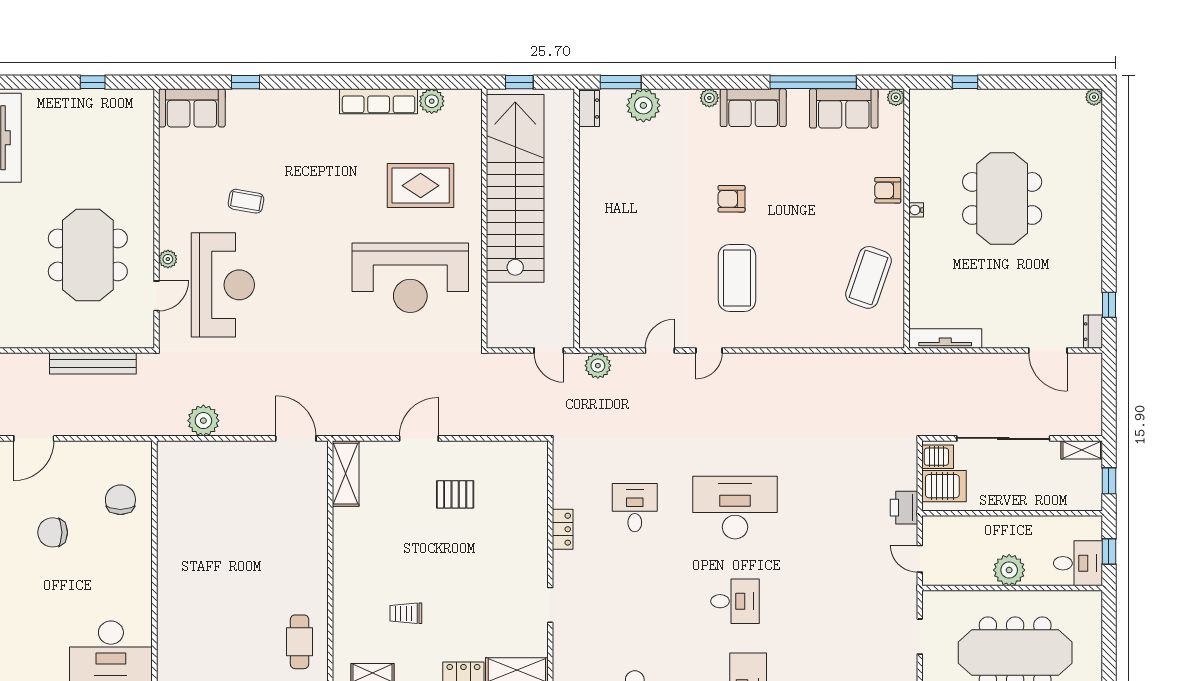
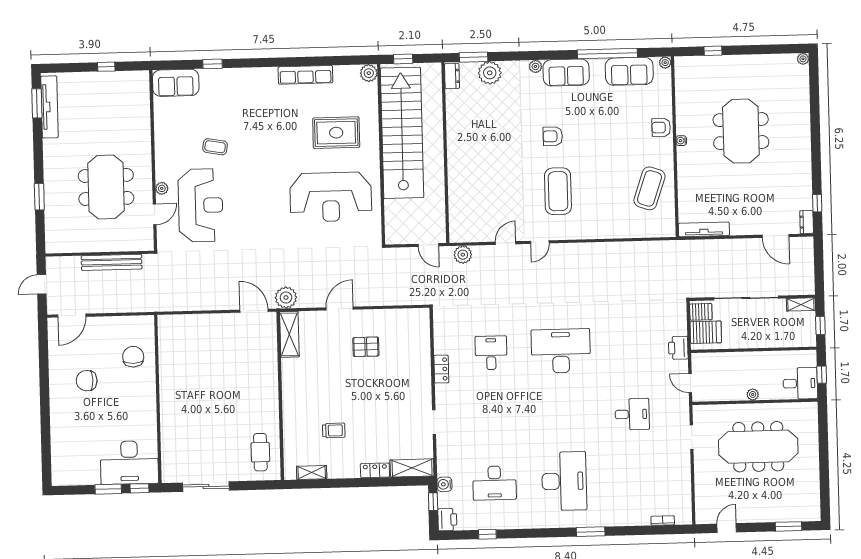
plant: (432, 101) -> (369, 73), moved
plant: (203, 421) -> (286, 298), moved
plant: (1009, 570) -> (753, 394), width x0.53, depth x0.53
desk: (735, 601) -> (632, 414), moved
trolley: (406, 613) -> (334, 430), turned 180

